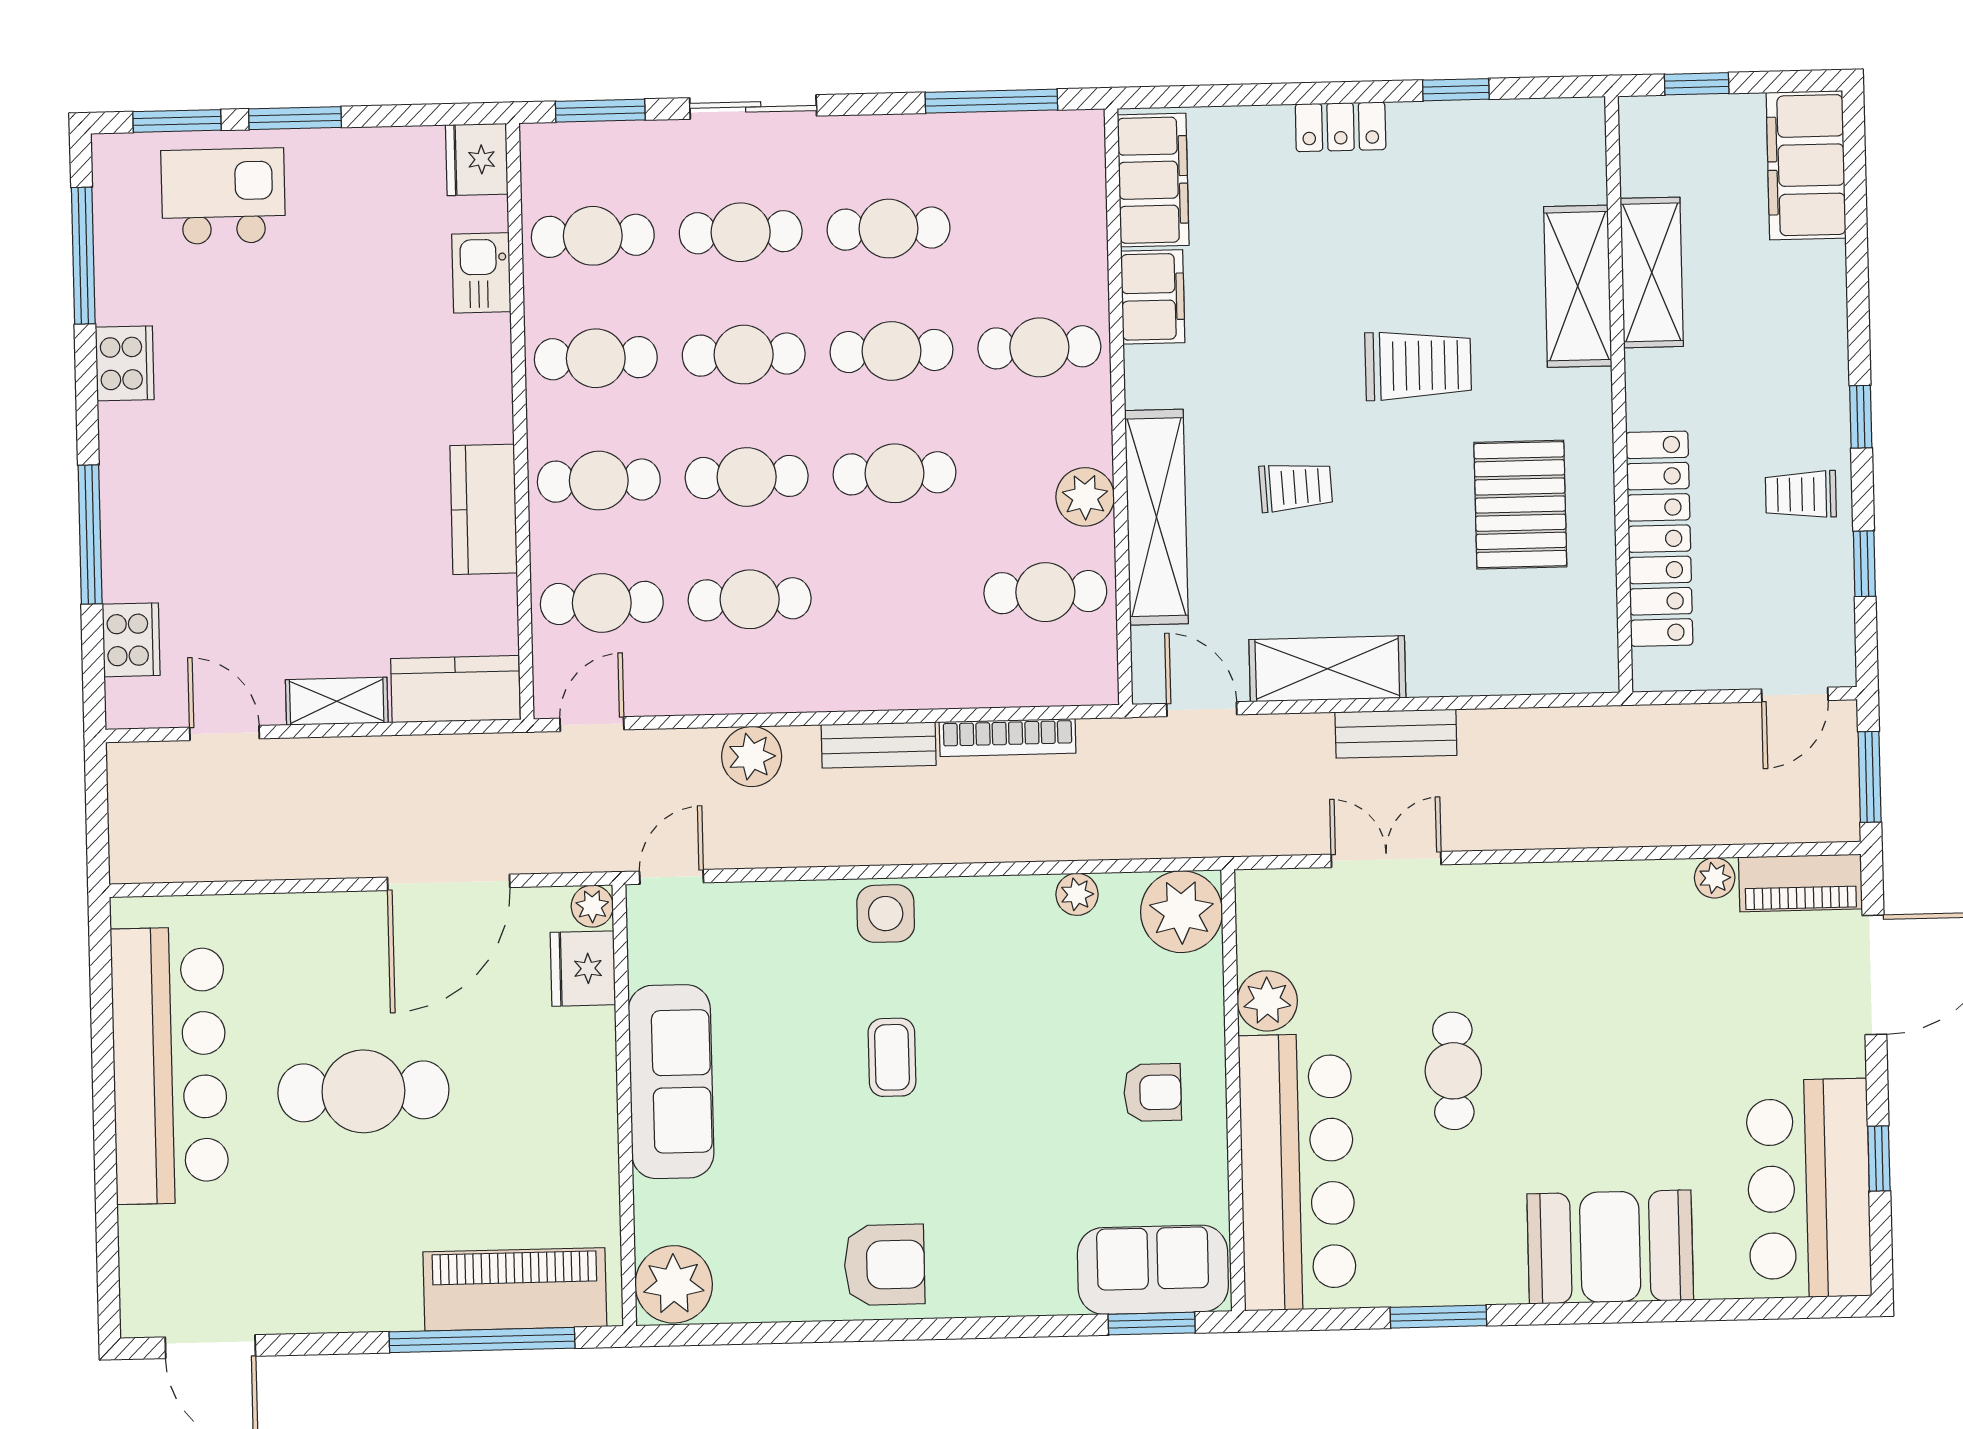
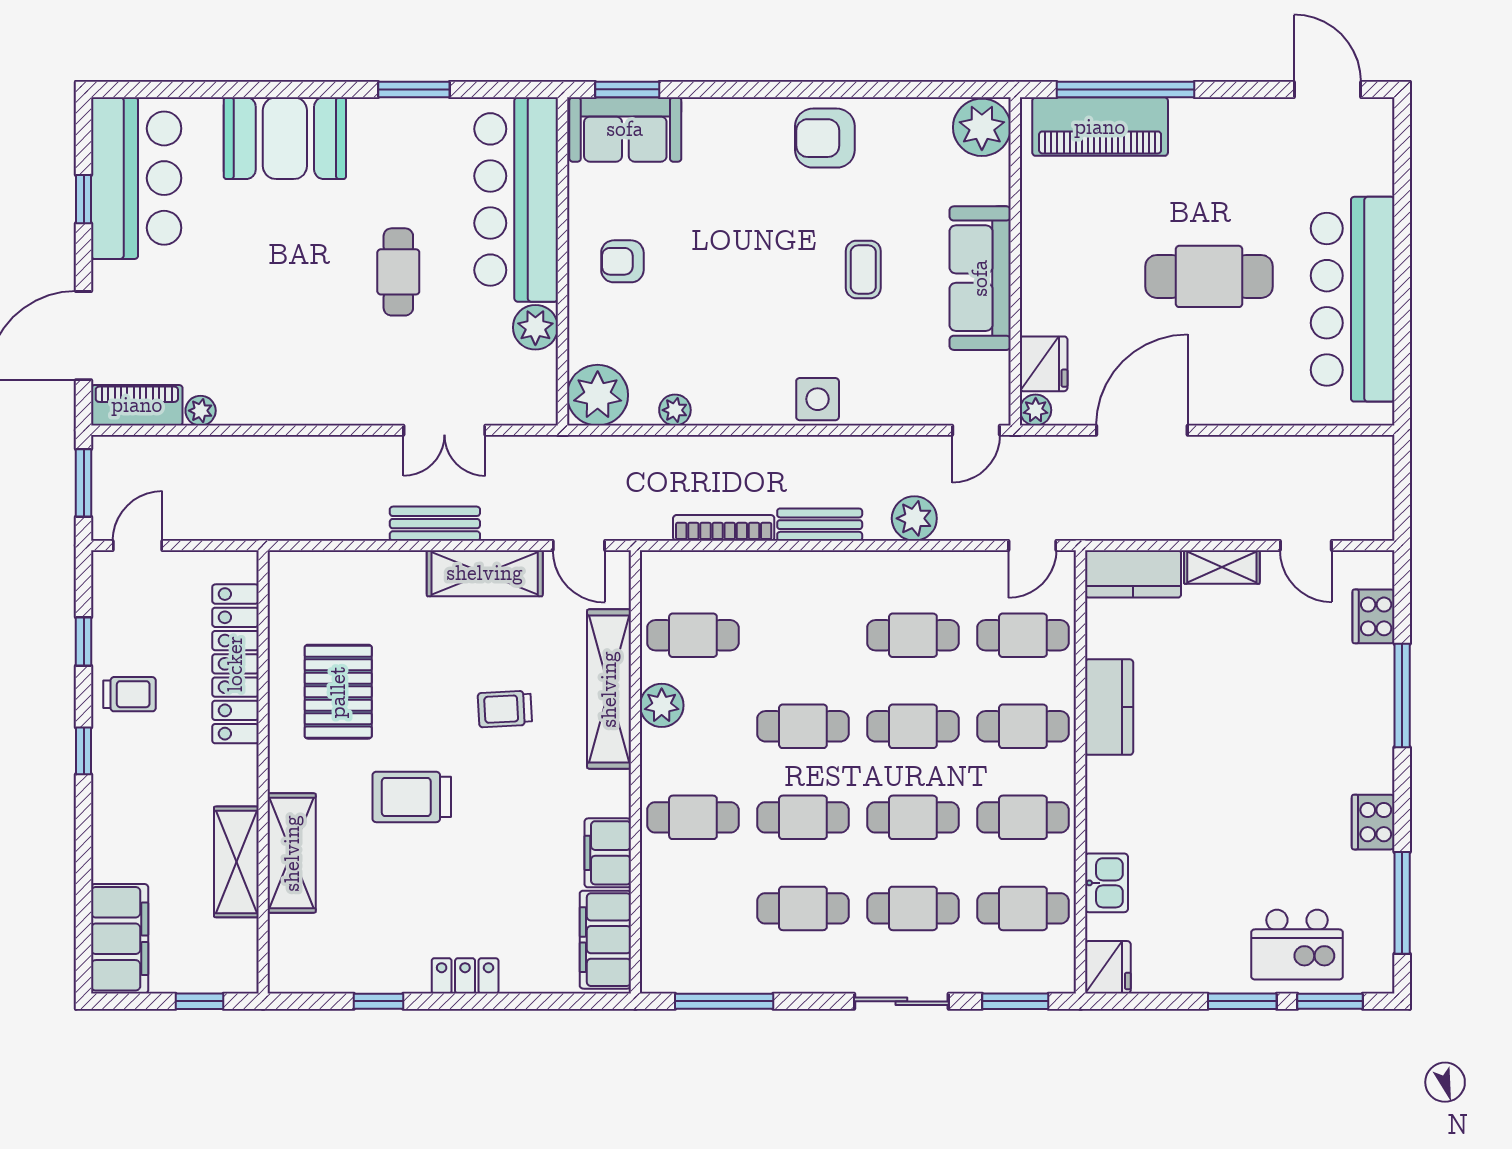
coffee table: (892, 1057) -> (863, 269), moved

